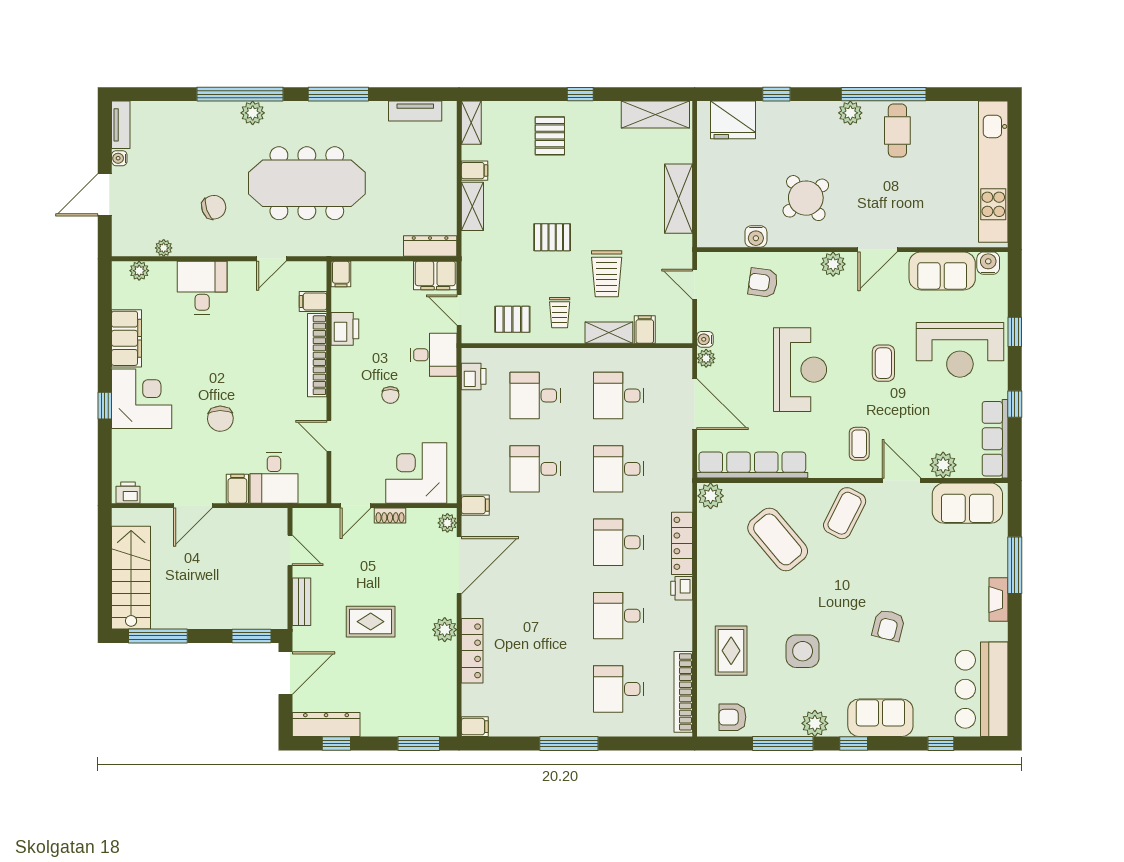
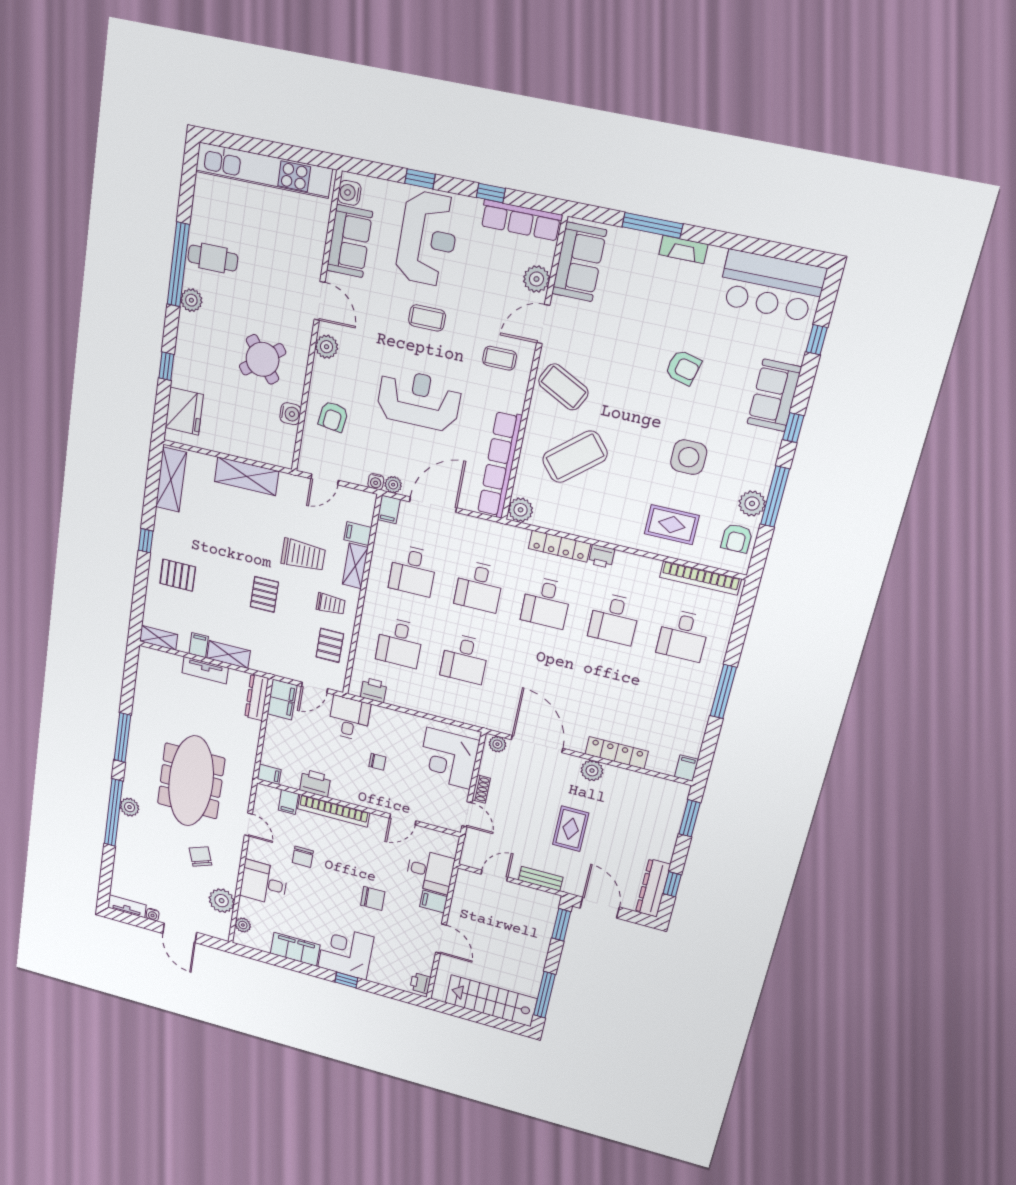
tv unit: (415, 111) -> (205, 670), moved, turned 90
plant: (164, 248) -> (222, 901), width x1.88, depth x1.88
chair: (249, 329) -> (303, 857), added
filing cabinet: (475, 505) -> (389, 509), moved, turned 180
plant: (815, 723) -> (752, 504), moved

